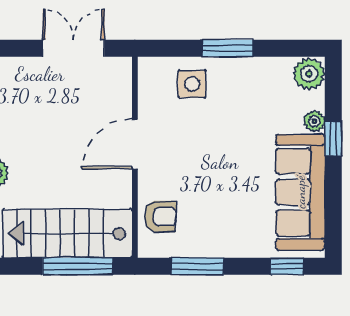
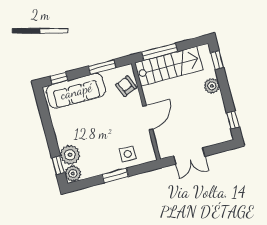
plant: (314, 121) -> (70, 155), width x1.88, depth x1.88
window: (333, 139) -> (58, 165), moved
sofa: (300, 192) -> (76, 91), moved, turned 90
armchair: (160, 216) -> (126, 86), turned 67

